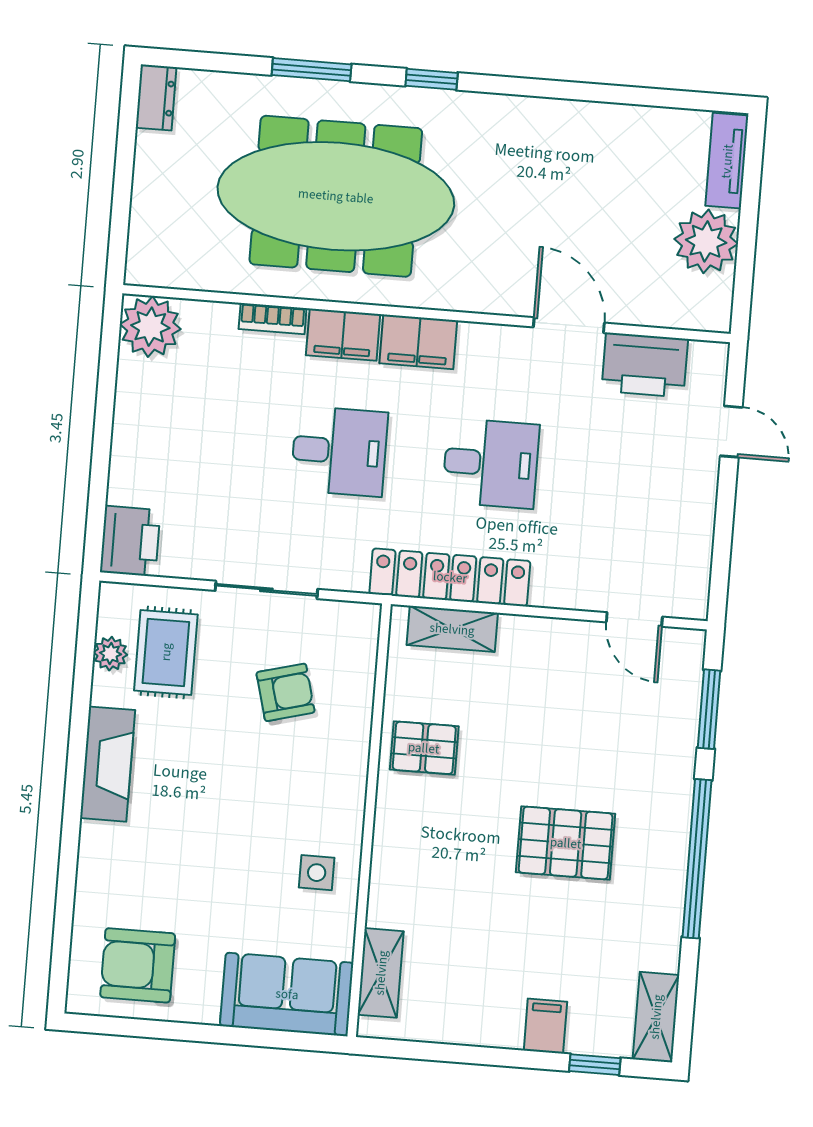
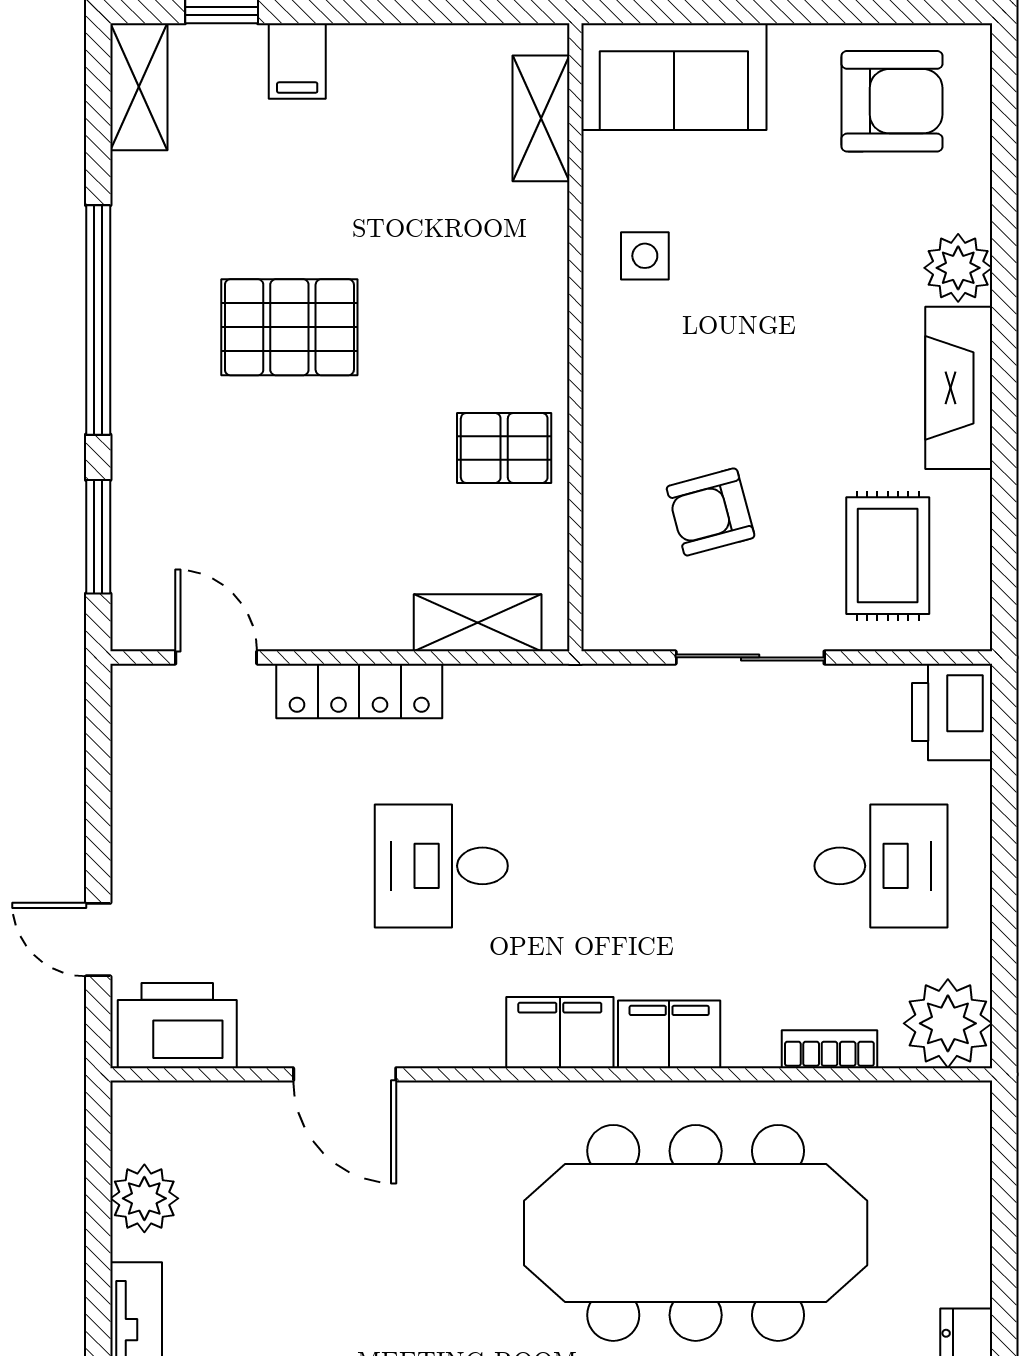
plant: (706, 241) -> (144, 1198), width x0.73, depth x0.73
bookcase: (273, 319) -> (829, 1049), moved
printer: (645, 365) -> (177, 1026), moved
desk: (339, 451) -> (881, 866), moved, turned 180
locker: (450, 577) -> (359, 691), moved, width x0.71, depth x0.83
plant: (110, 654) -> (958, 268), moved, width x1.38, depth x1.38

